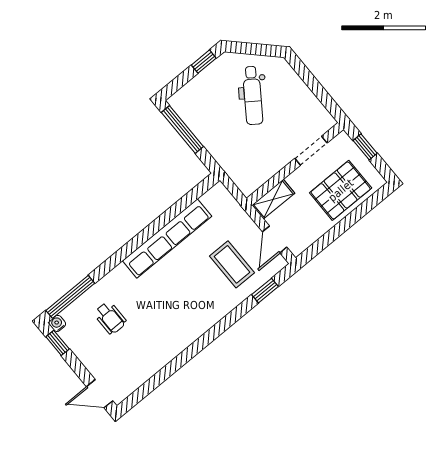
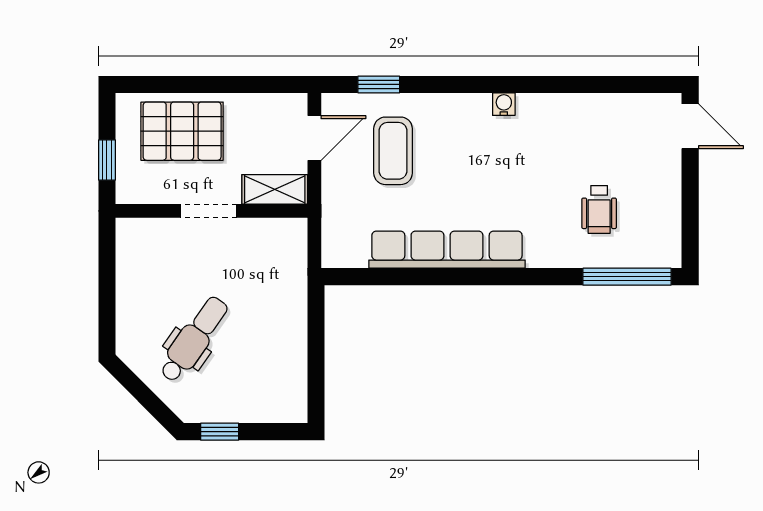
window: (182, 129) -> (316, 369), removed
doorway: (311, 151) -> (209, 211), moved
wheelchair: (110, 318) -> (599, 209), turned 180
water cooler: (57, 323) -> (504, 104), moved, turned 180
window: (58, 343) -> (690, 233), removed

